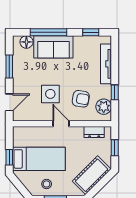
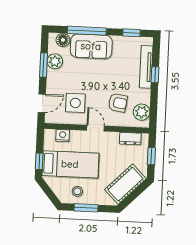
plant: (20, 63) -> (55, 61), added
window: (115, 92) -> (155, 75), moved
side table: (50, 94) -> (75, 103), moved
nightstand: (30, 132) -> (63, 136), added

